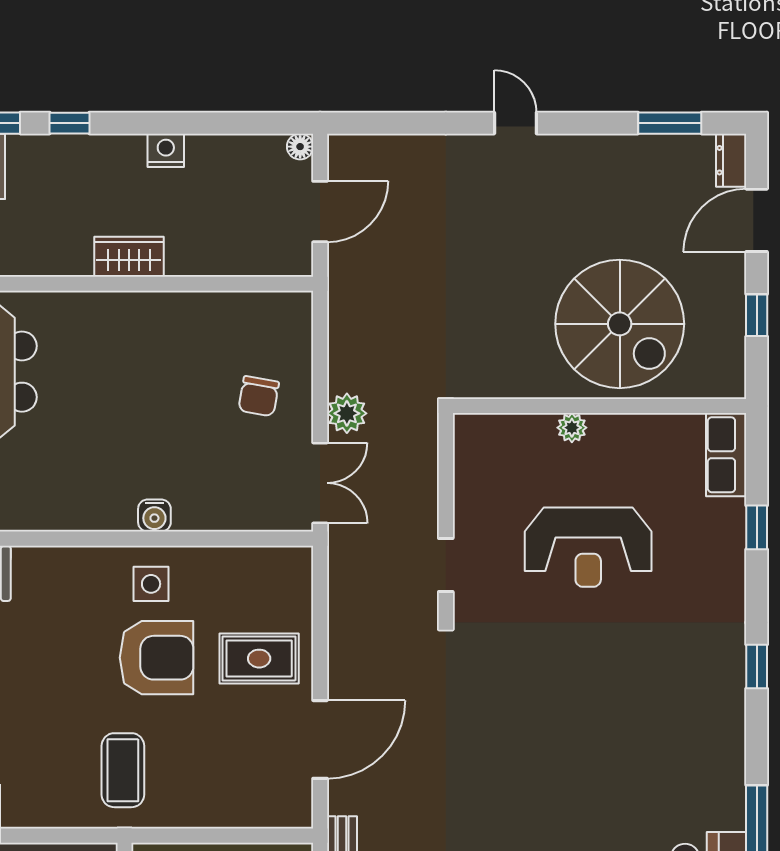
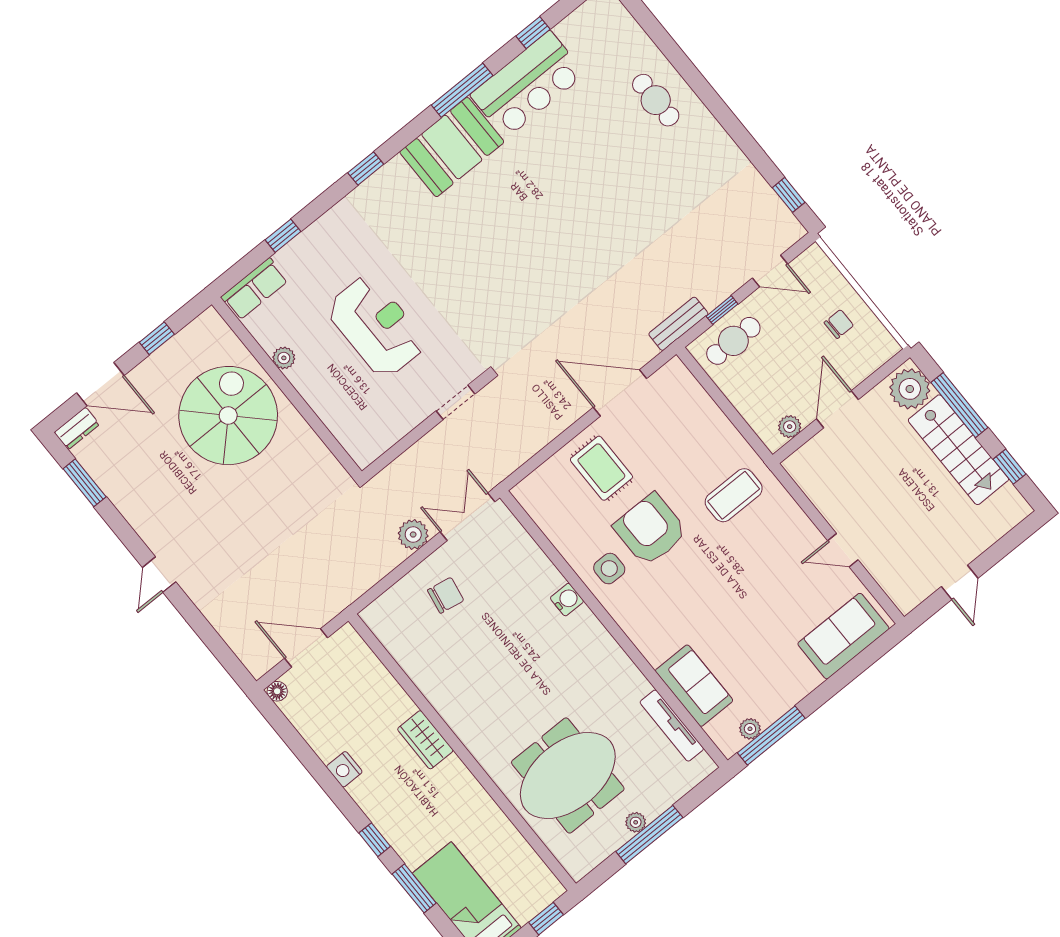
plant: (572, 428) -> (284, 358), moved
booth: (708, 771) -> (452, 147), added

